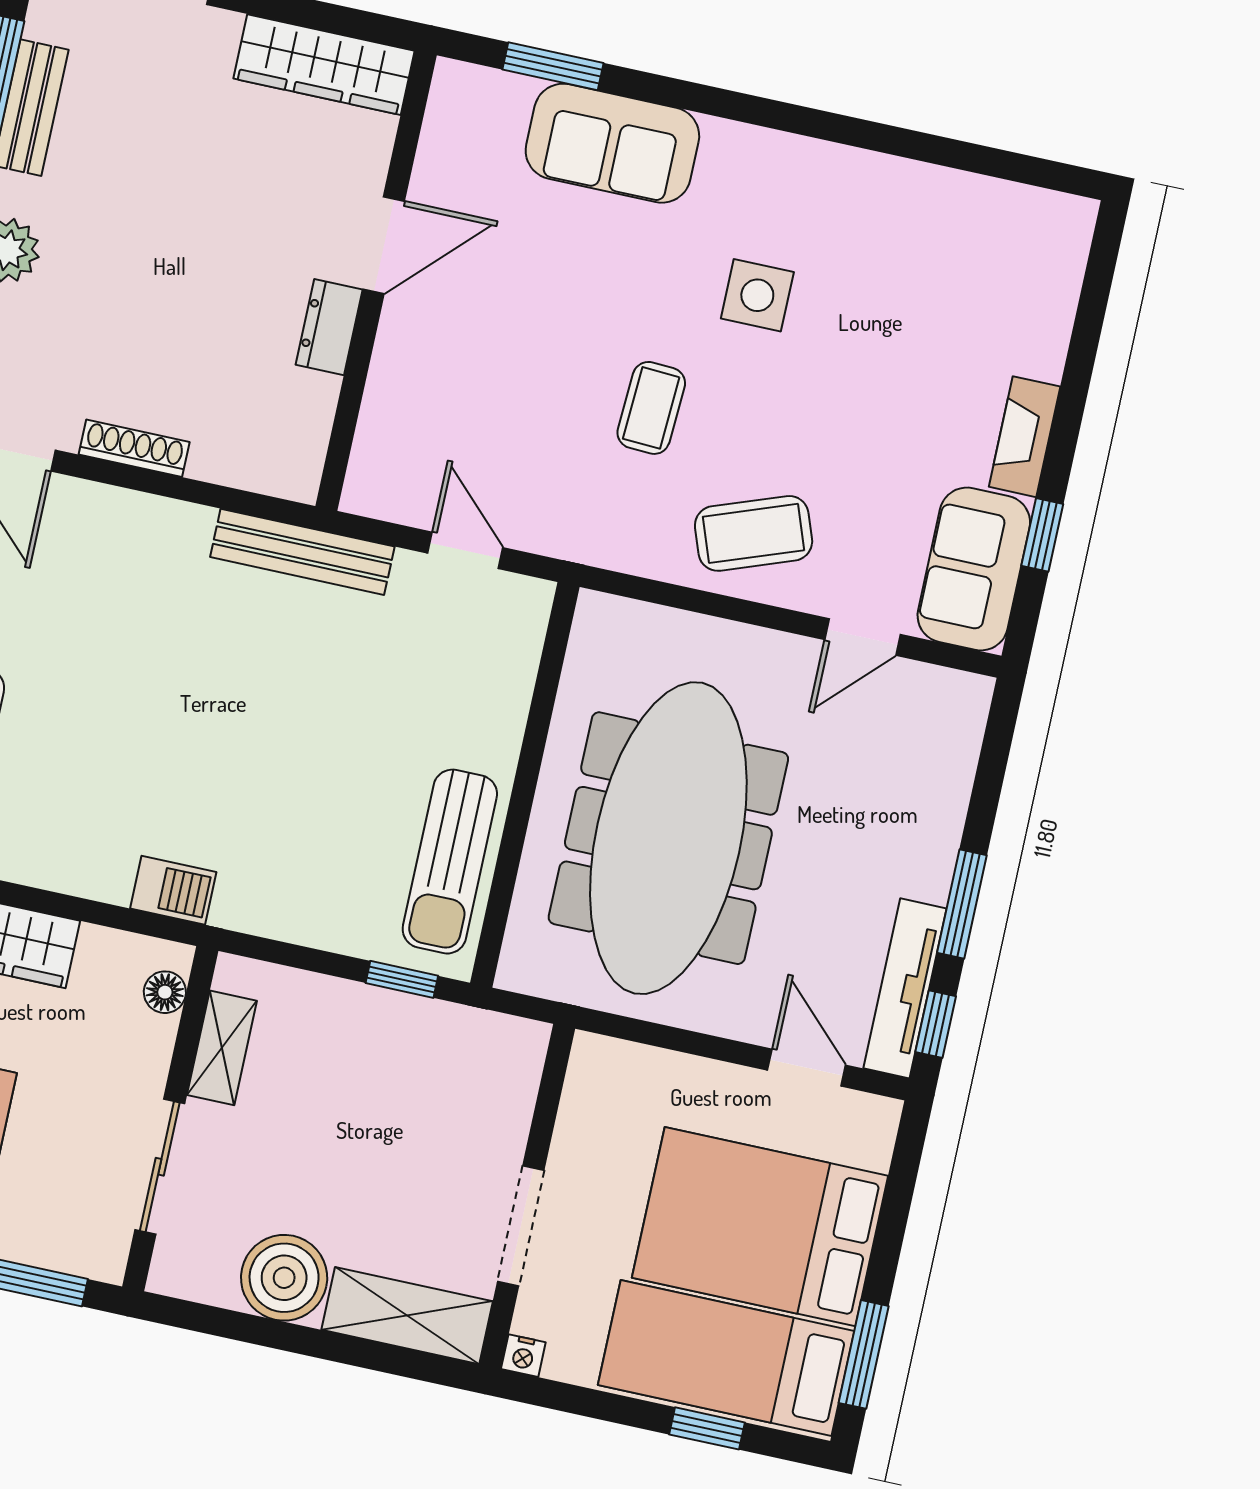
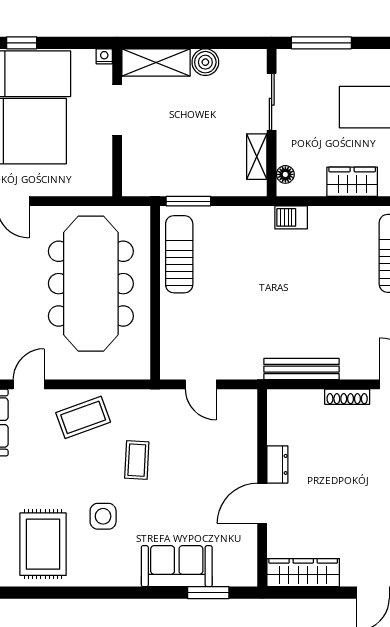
rug: (910, 261) -> (43, 544), added
bench: (302, 552) -> (302, 369), moved
window: (402, 979) -> (188, 201), width x1.50
boiler: (284, 1278) -> (205, 62), width x0.73, depth x0.73

